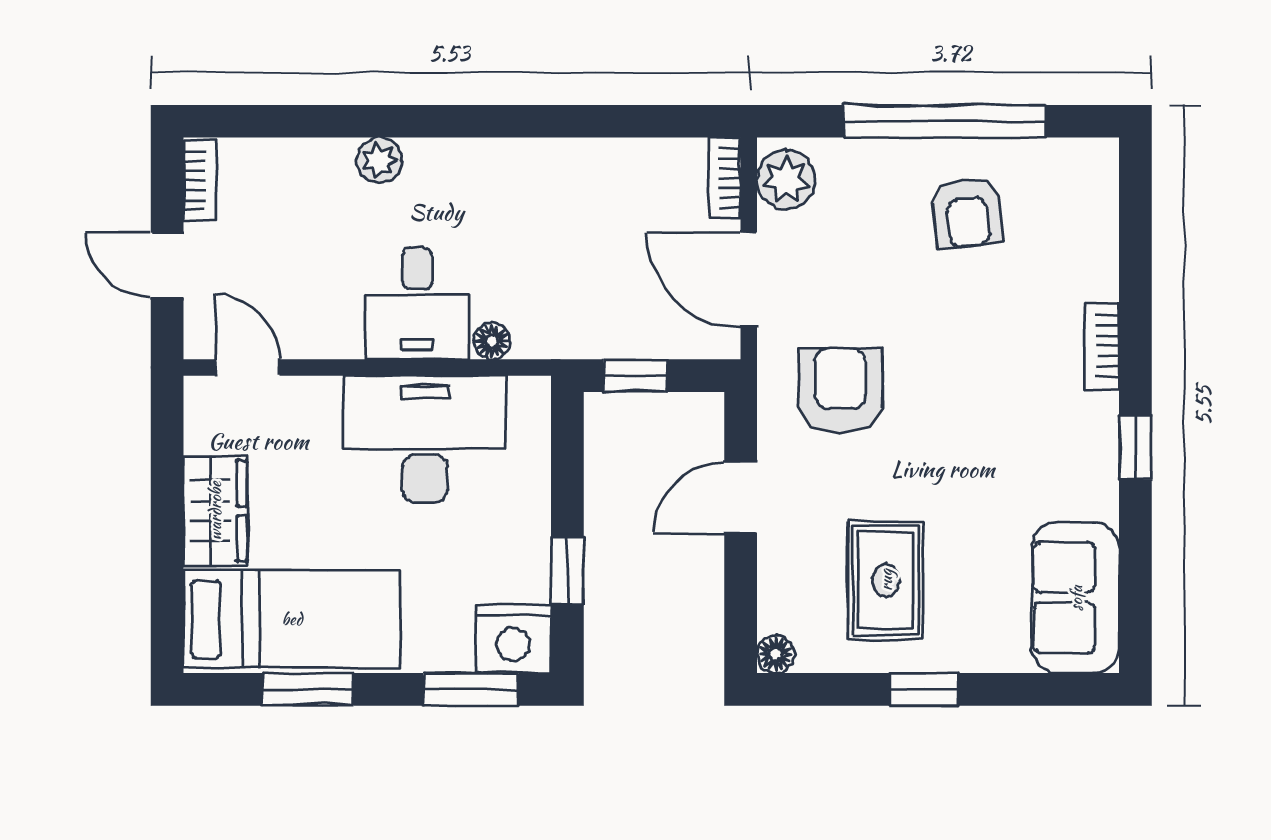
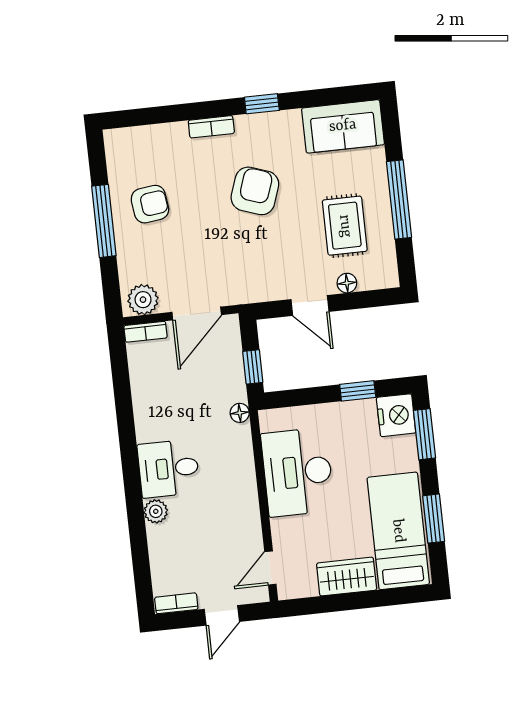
window: (945, 121) -> (104, 221), width x0.68
desk: (417, 303) -> (169, 469), moved, turned 180
floor lamp: (492, 341) -> (240, 413), moved
armchair: (840, 390) -> (255, 191), moved, turned 109
rug: (886, 580) -> (345, 226), turned 90
floor lamp: (776, 654) -> (347, 283), moved
window: (924, 689) -> (399, 199), width x2.17

